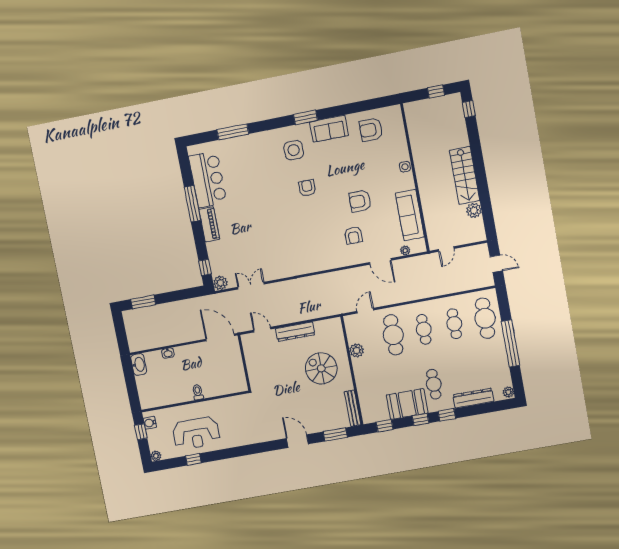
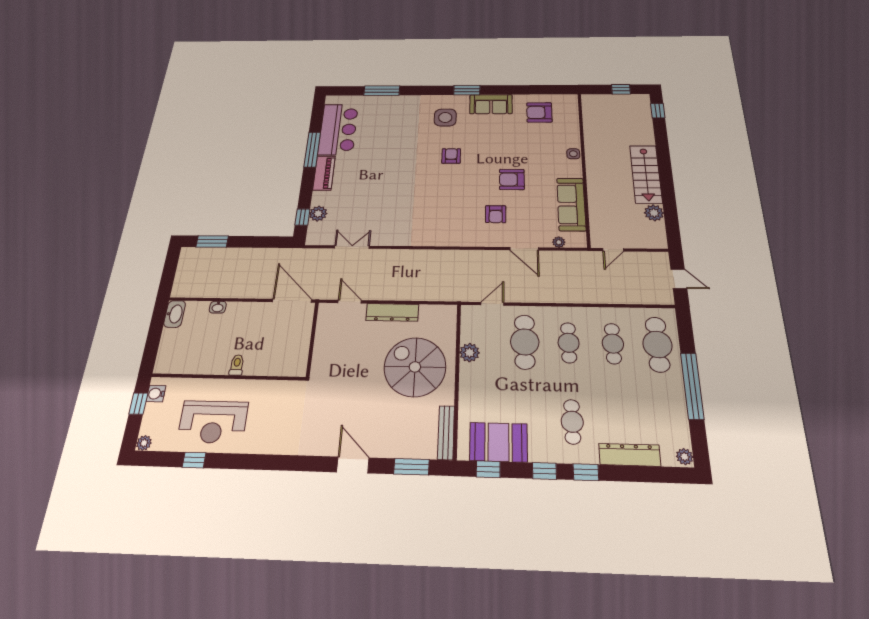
plant: (220, 283) -> (318, 213), moved
spiral stairs: (321, 368) -> (415, 367), width x1.37, depth x1.37
booth: (407, 404) -> (498, 442), moved

